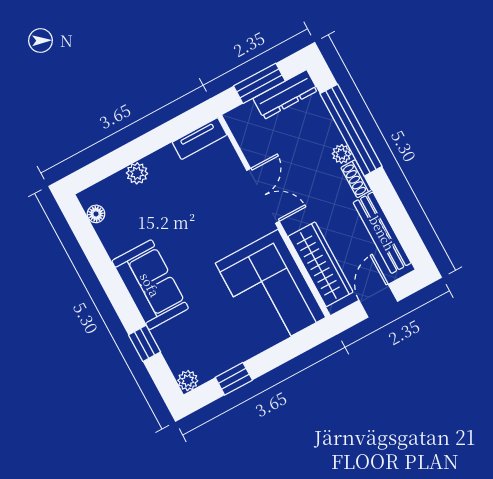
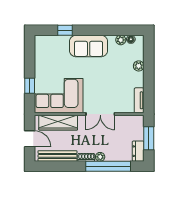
dresser: (285, 94) -> (138, 151), width x0.70
window: (234, 379) -> (30, 86), moved
plant: (188, 381) -> (121, 40), moved

